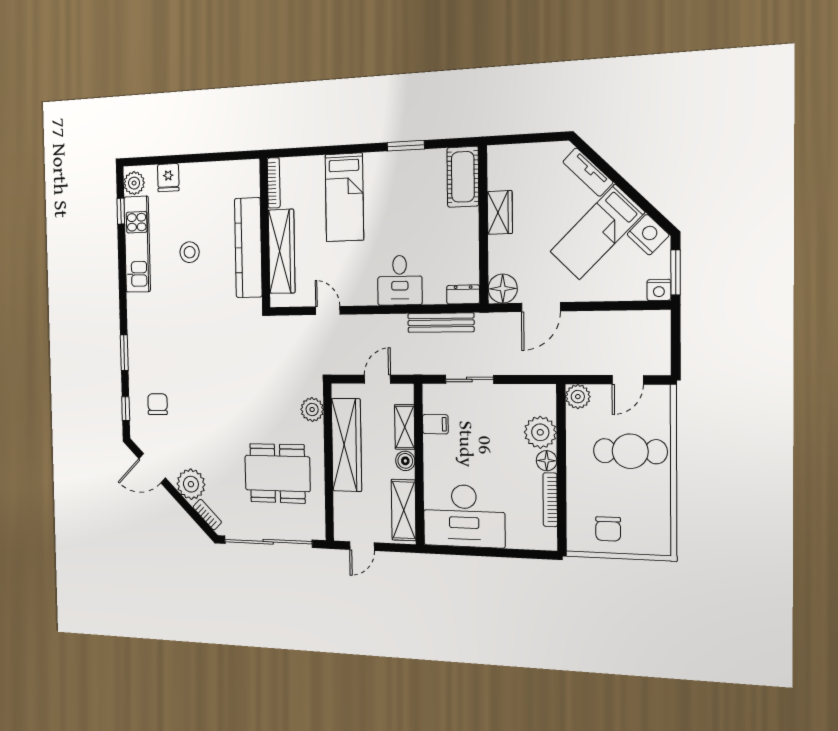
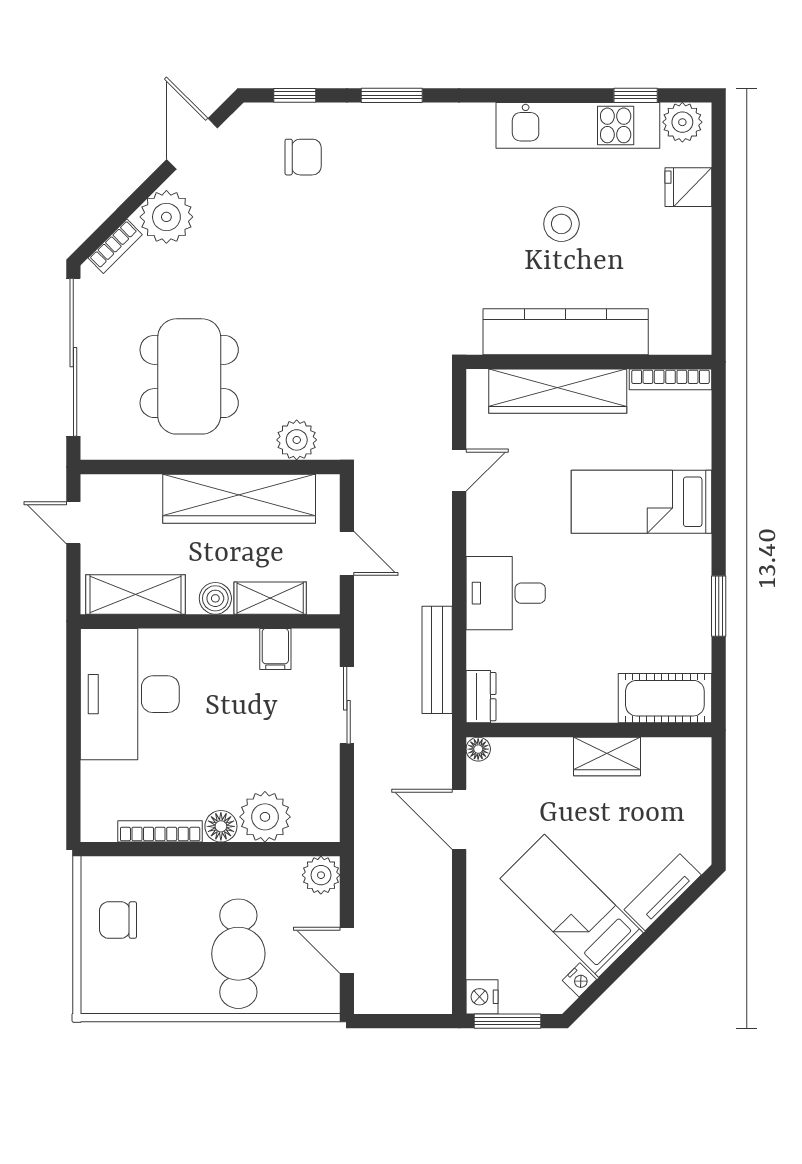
nightstand: (648, 235) -> (579, 980), width x0.53, depth x0.56
floor lamp: (503, 289) -> (478, 749), width x0.53, depth x0.53

